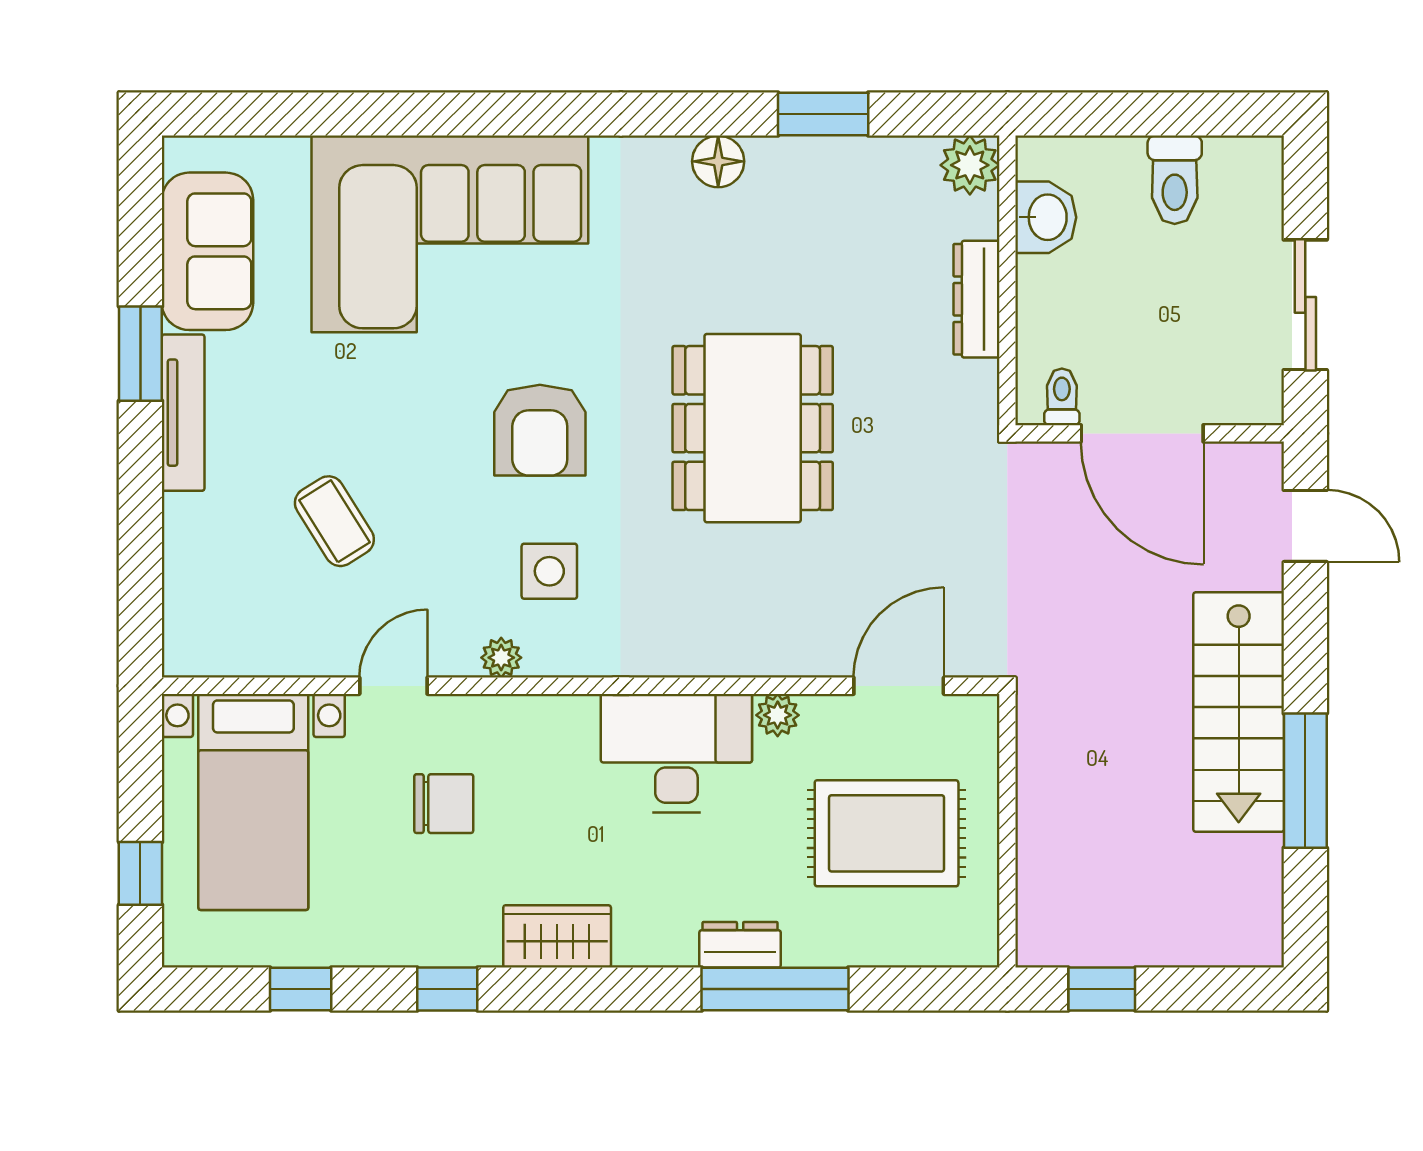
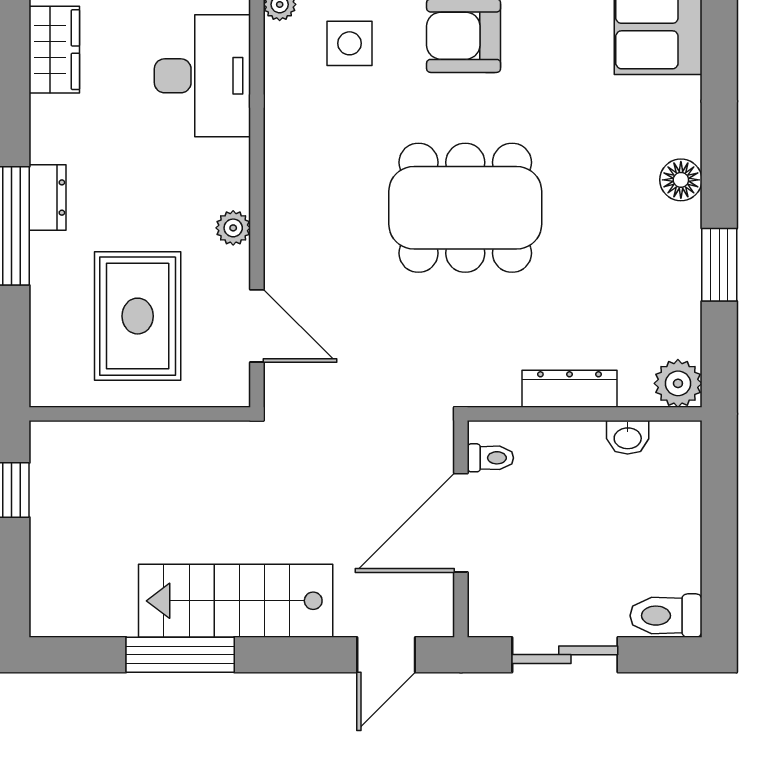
toilet: (1175, 180) -> (666, 616), moved
washbasin: (1046, 217) -> (628, 437), width x0.72, depth x0.69
desk: (676, 753) -> (202, 76), moved

